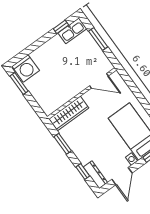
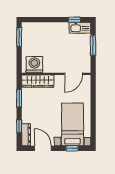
washing machine: (26, 68) -> (34, 65), moved, turned 180
door: (99, 81) -> (74, 74), hinge flipped
door: (122, 176) -> (43, 148), swing flipped

